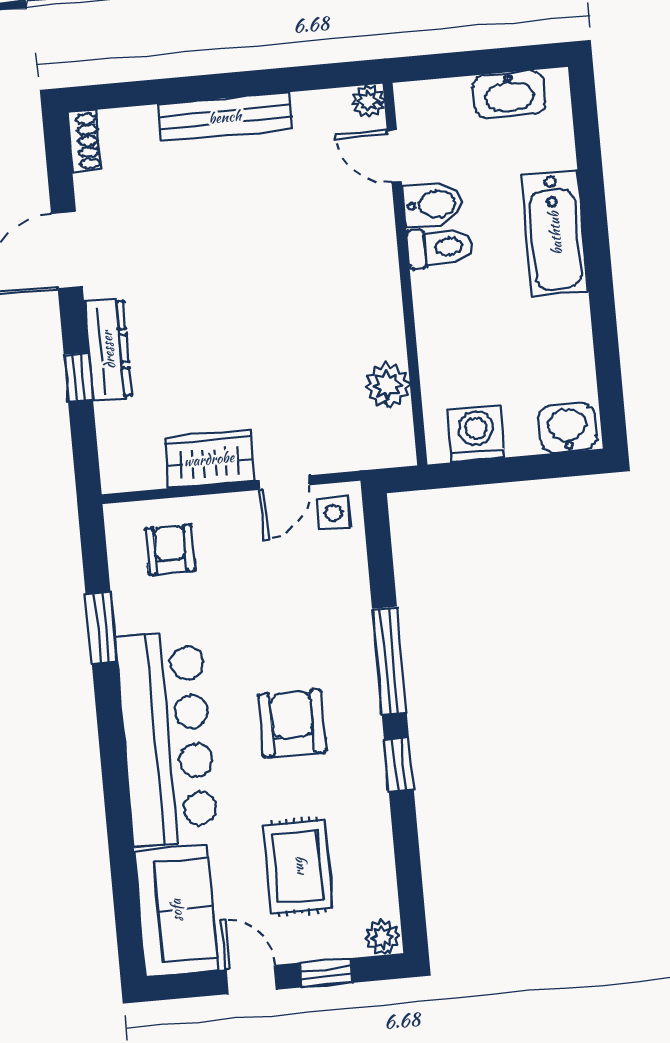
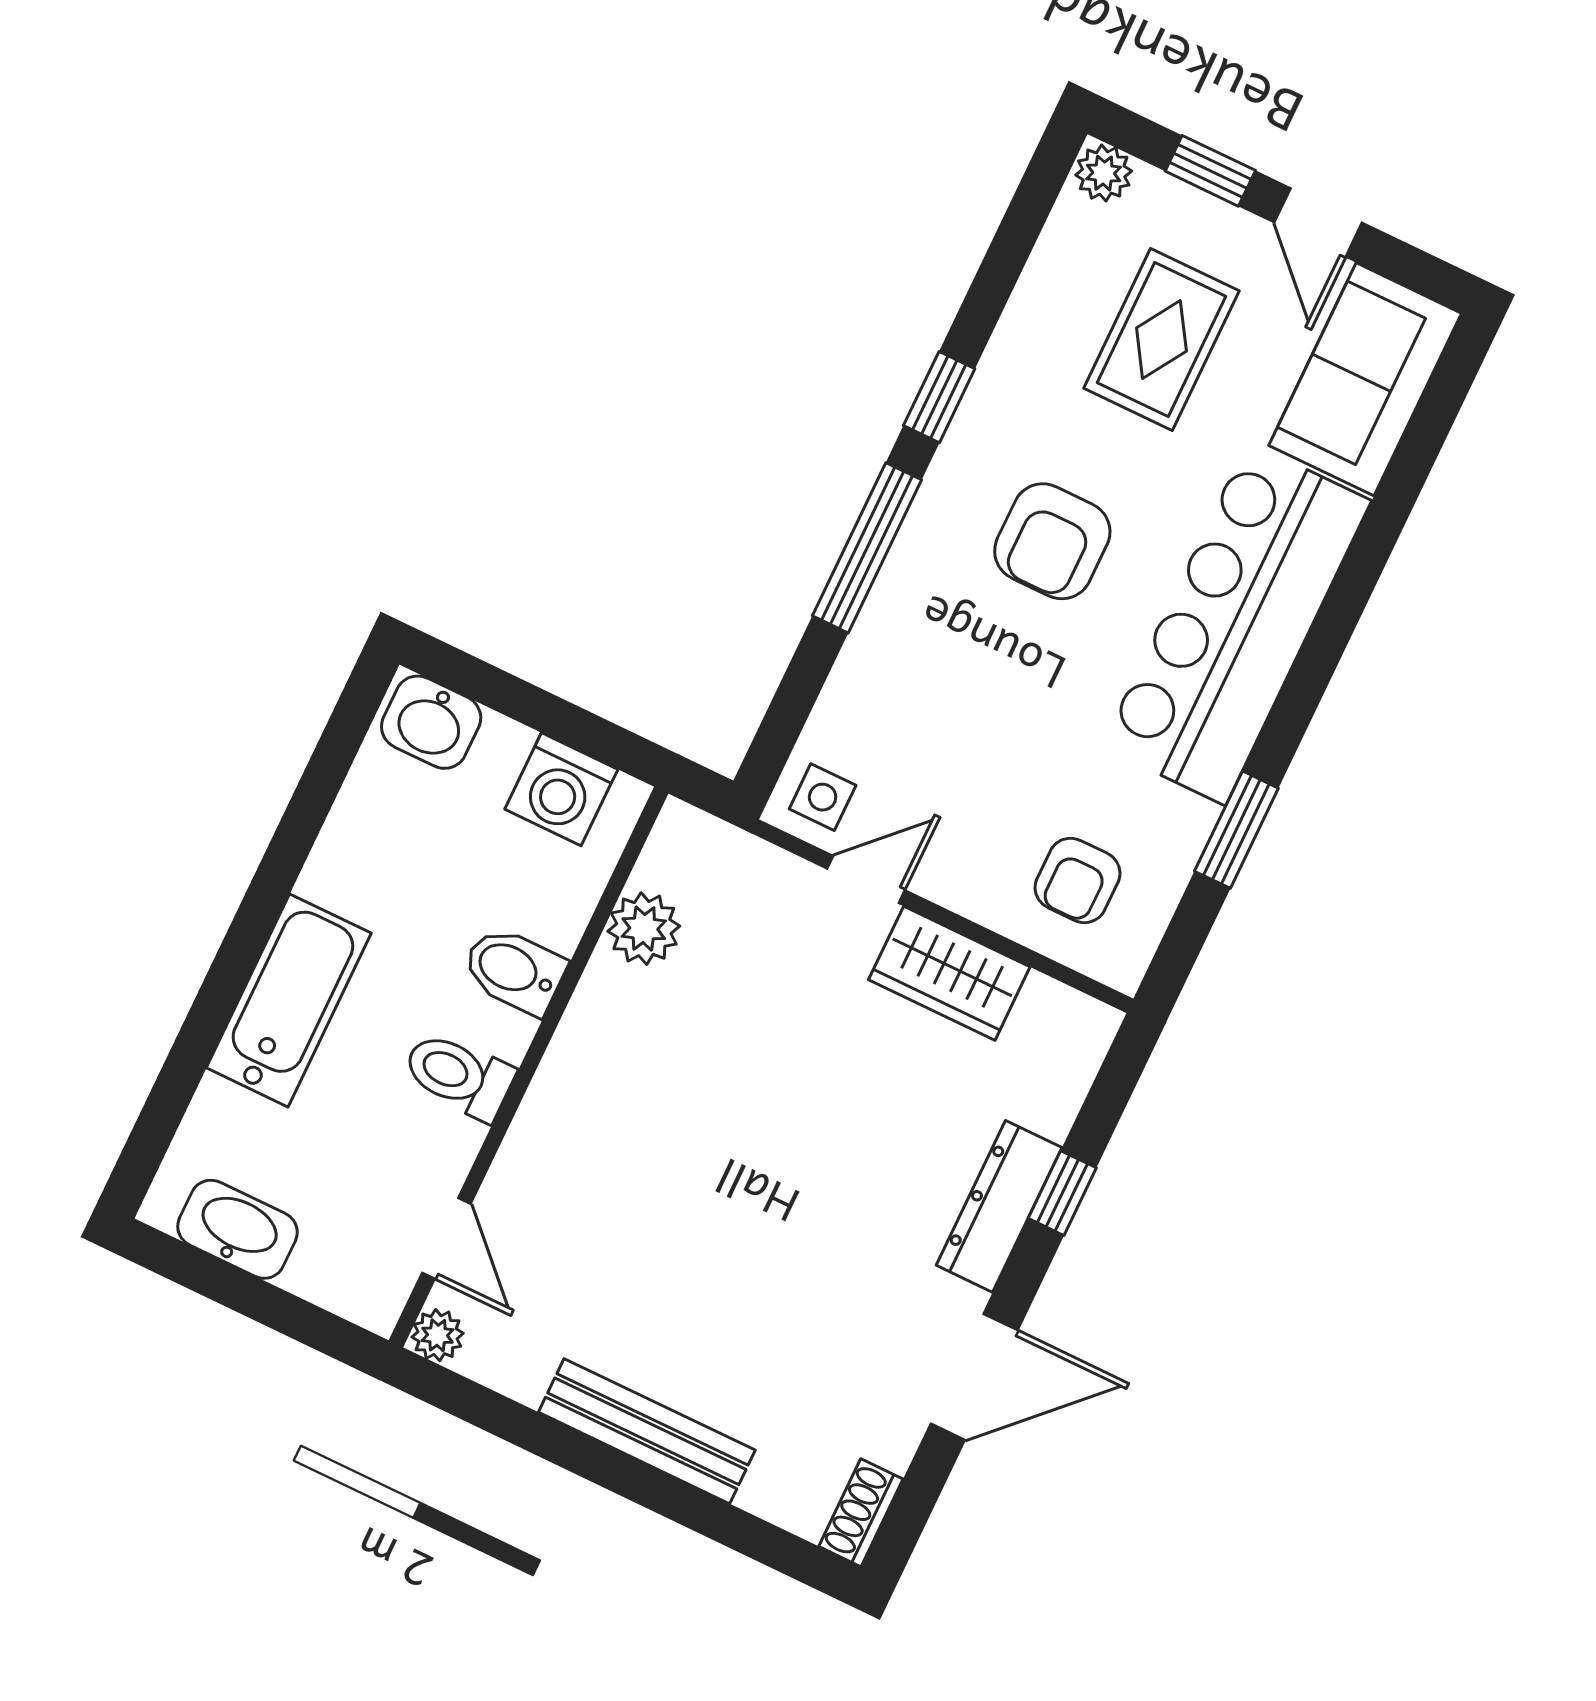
bidet: (433, 204) -> (514, 970), moved

